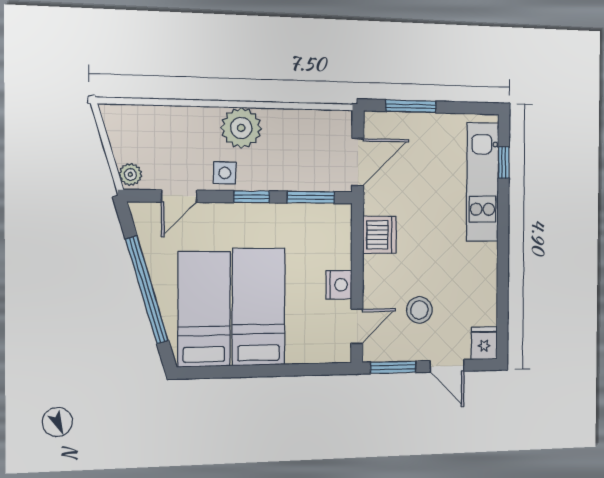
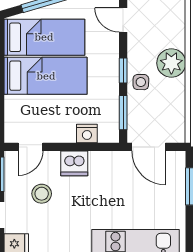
side table: (225, 173) -> (141, 82), moved
dishwasher: (380, 235) -> (74, 163), moved
nightstand: (339, 285) -> (87, 133), moved
door: (357, 326) -> (31, 147), hinge flipped

